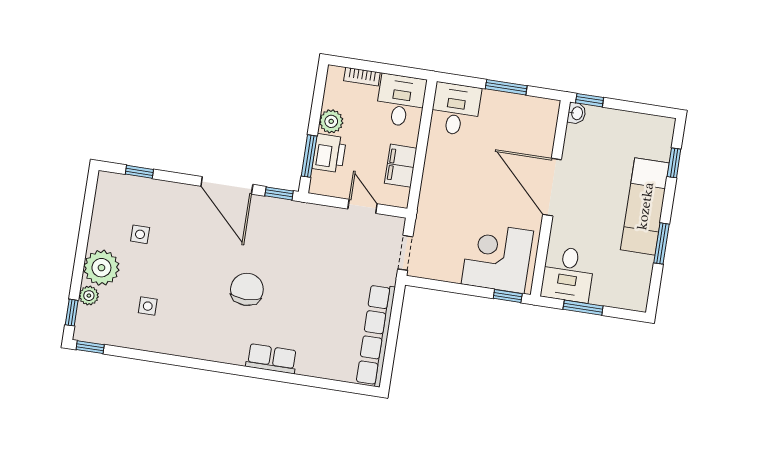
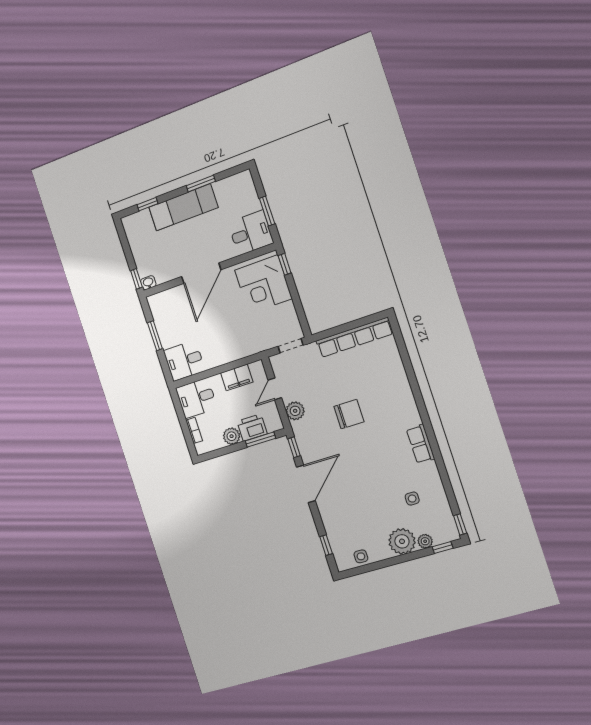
plant: (323, 218) -> (295, 411), added
side table: (140, 234) -> (361, 556), moved
chair: (247, 289) -> (349, 414), moved, turned 180
row of seats: (272, 359) -> (420, 444), moved

